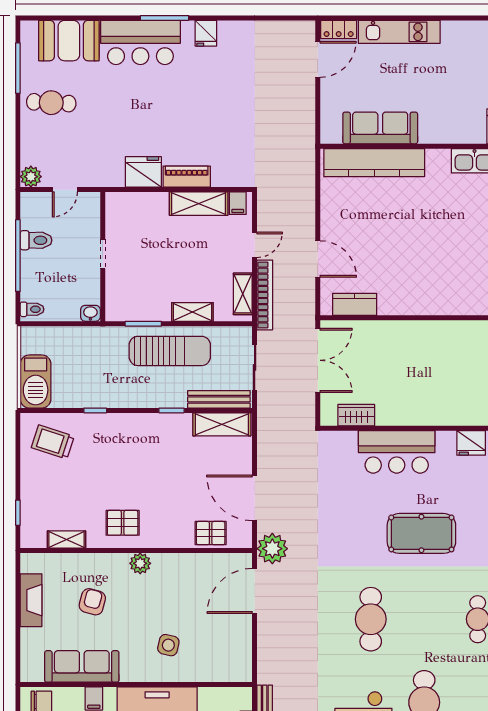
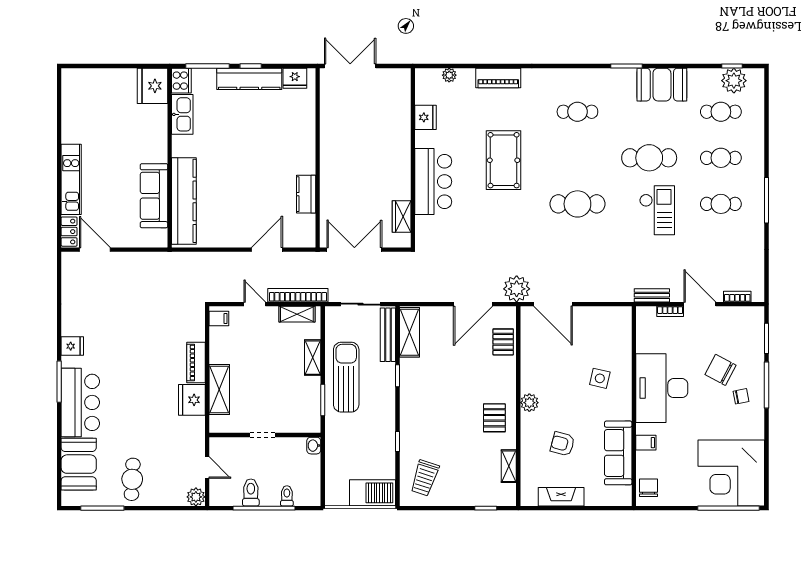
shelving: (199, 204) -> (219, 390), moved
kitchen counter: (355, 304) -> (306, 194), moved
toilet: (32, 309) -> (287, 496), moved

